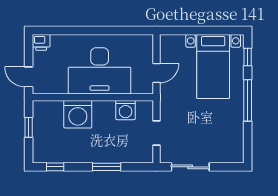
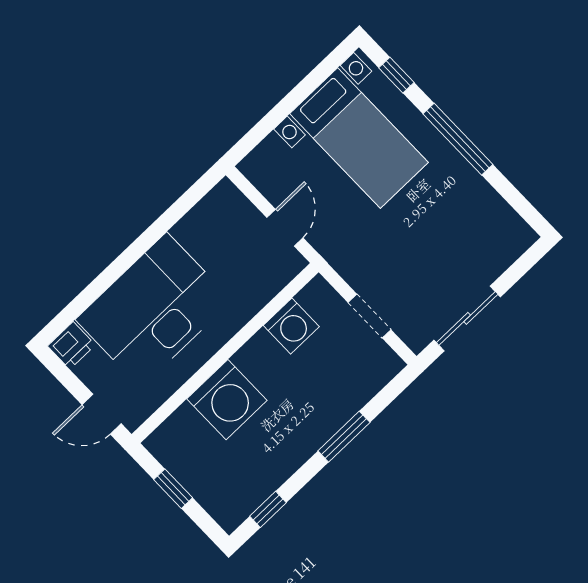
desk: (100, 71) -> (154, 310), moved, turned 180

